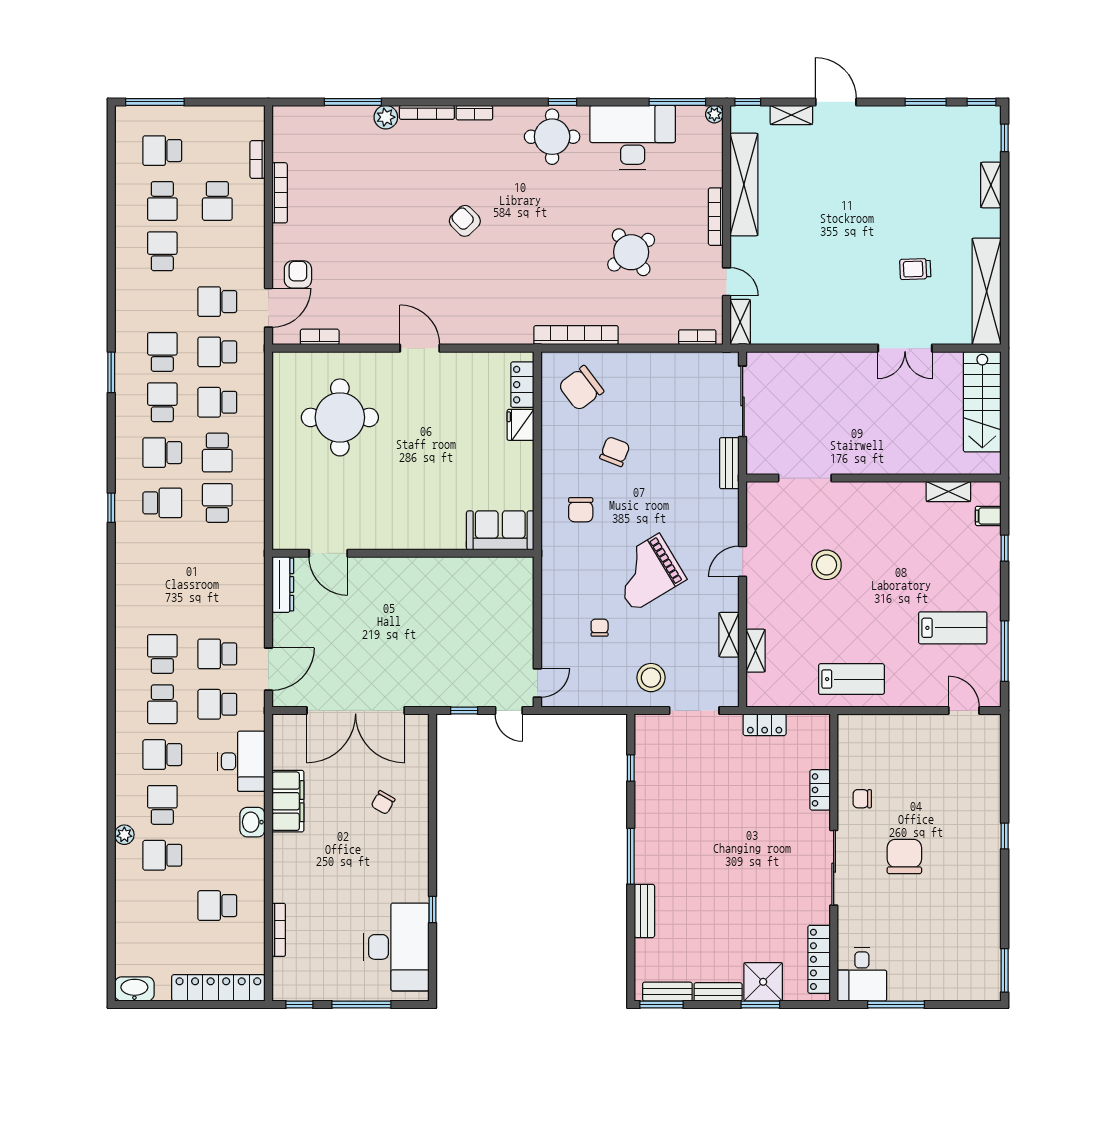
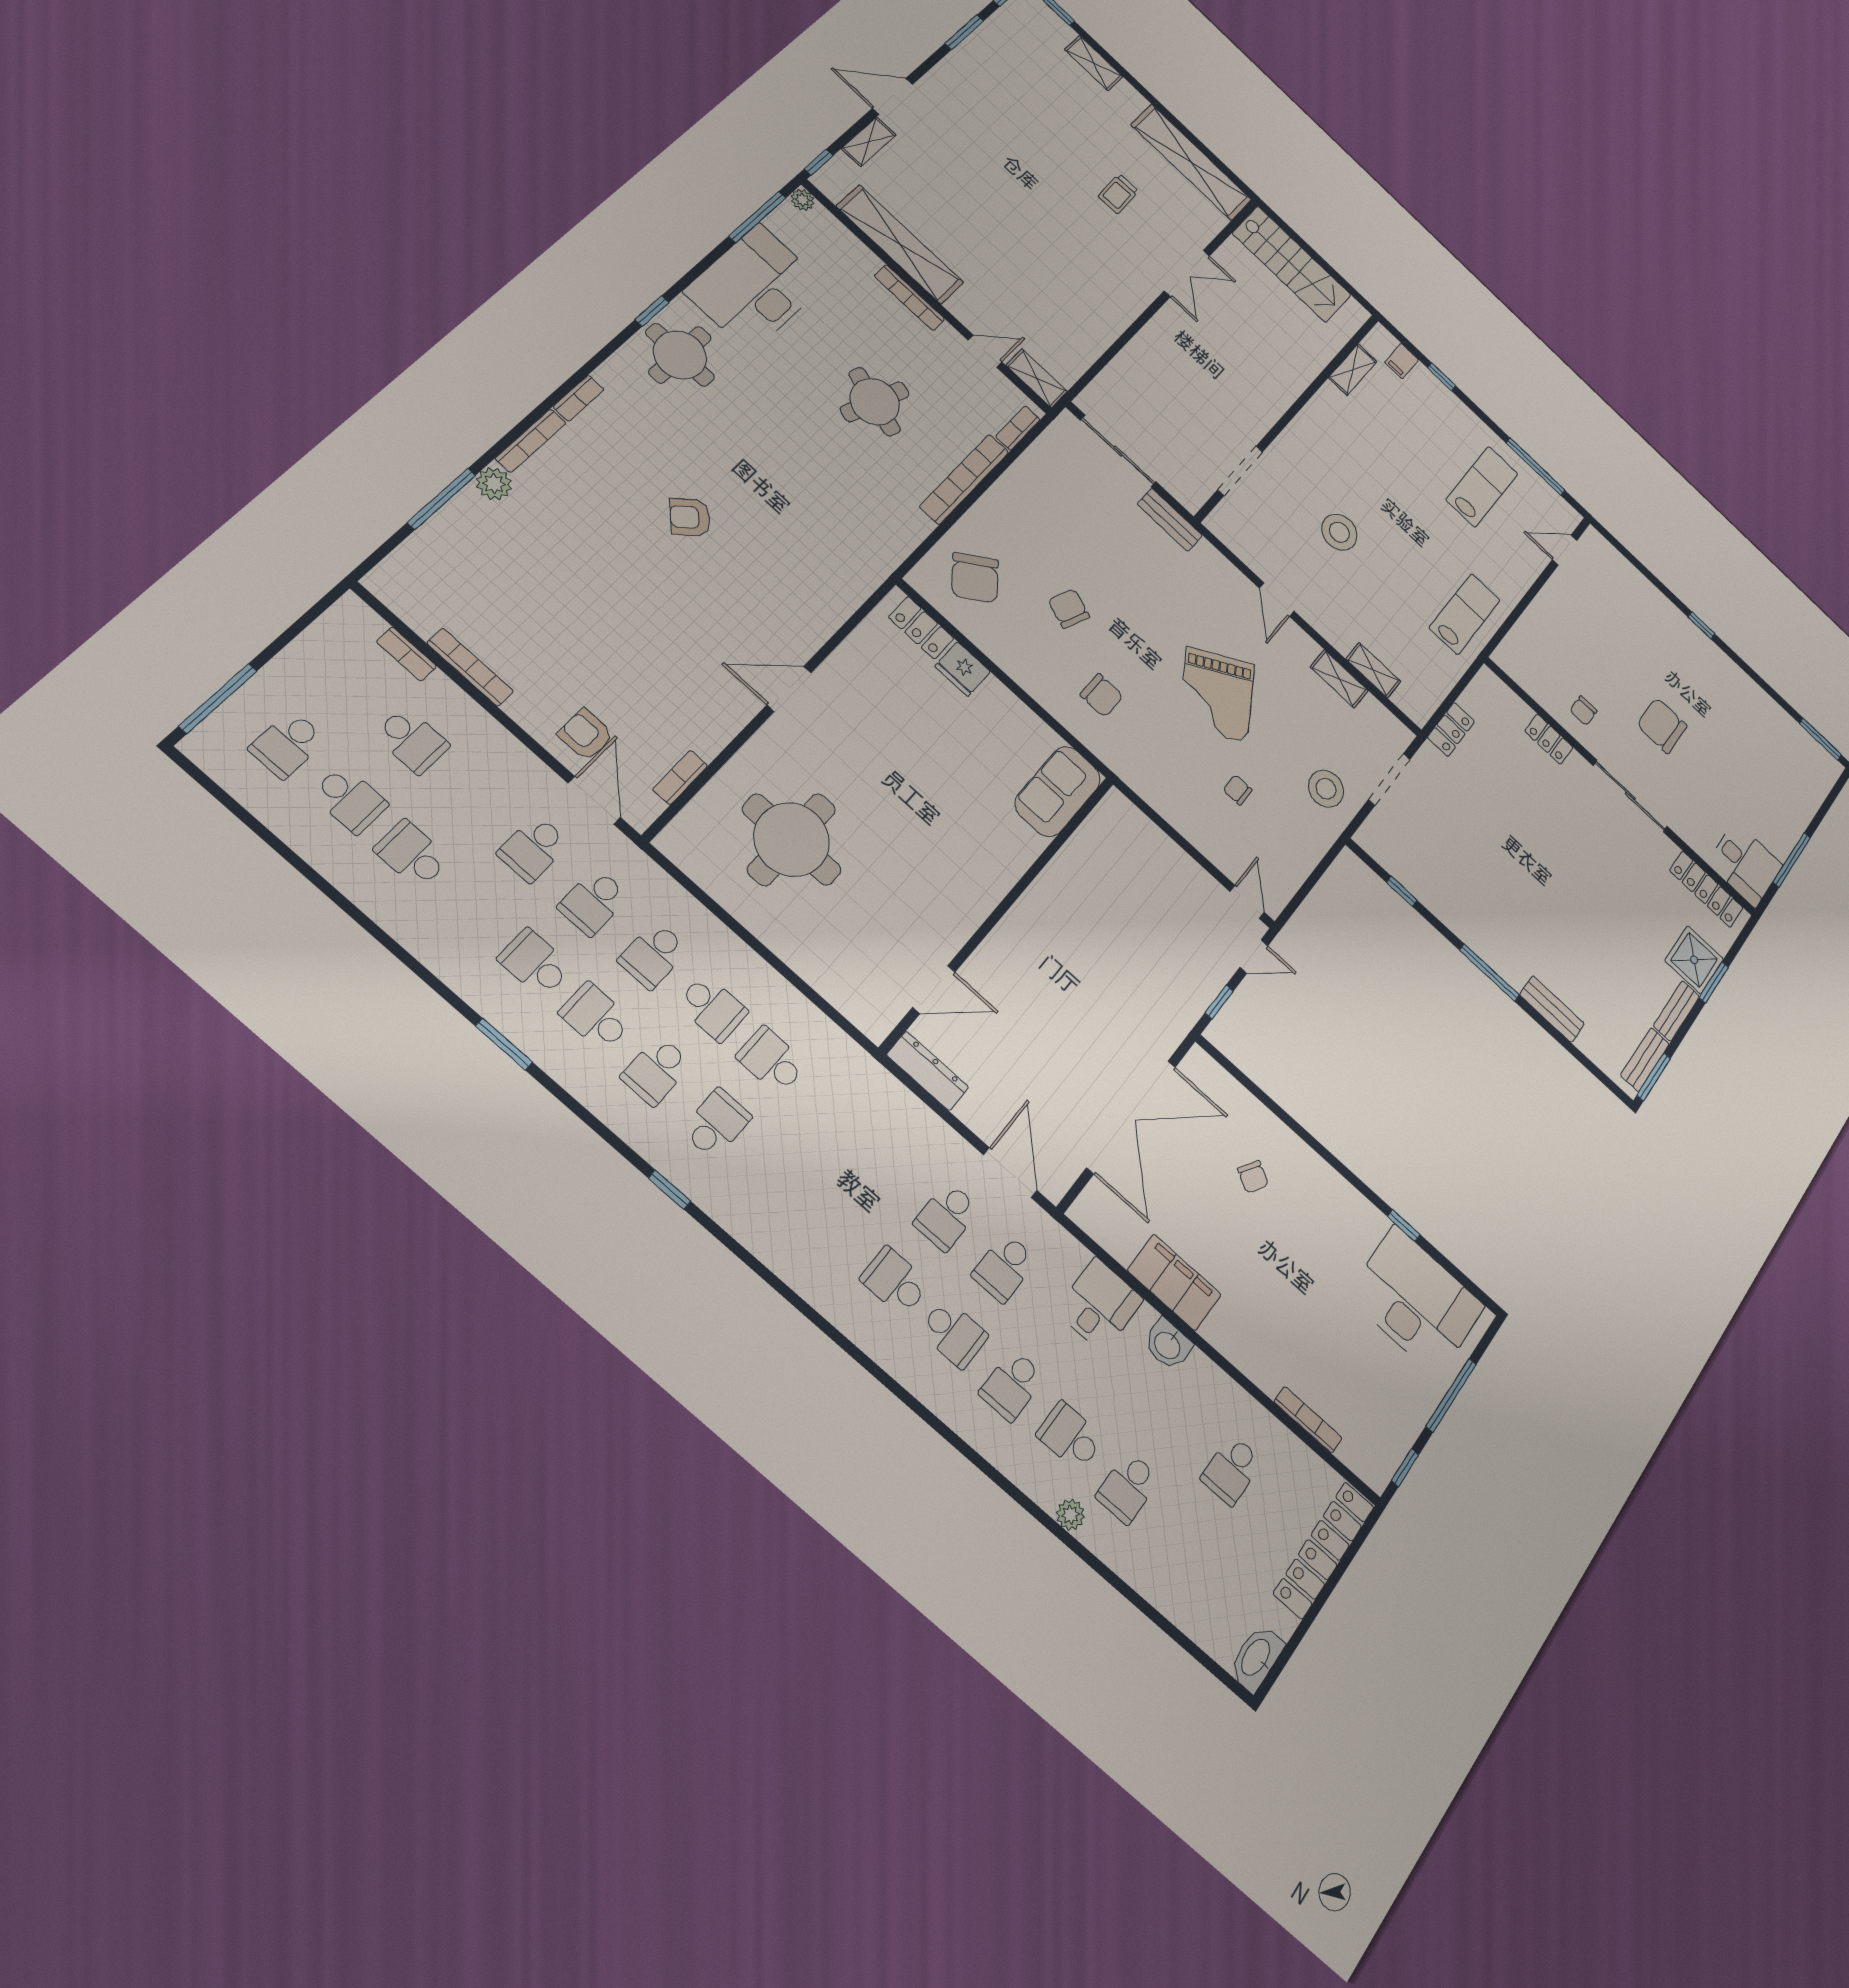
round table: (631, 252) -> (875, 402), turned -36
bookcase: (576, 335) -> (964, 479), moved
desk: (241, 761) -> (1100, 1305), width x0.73

